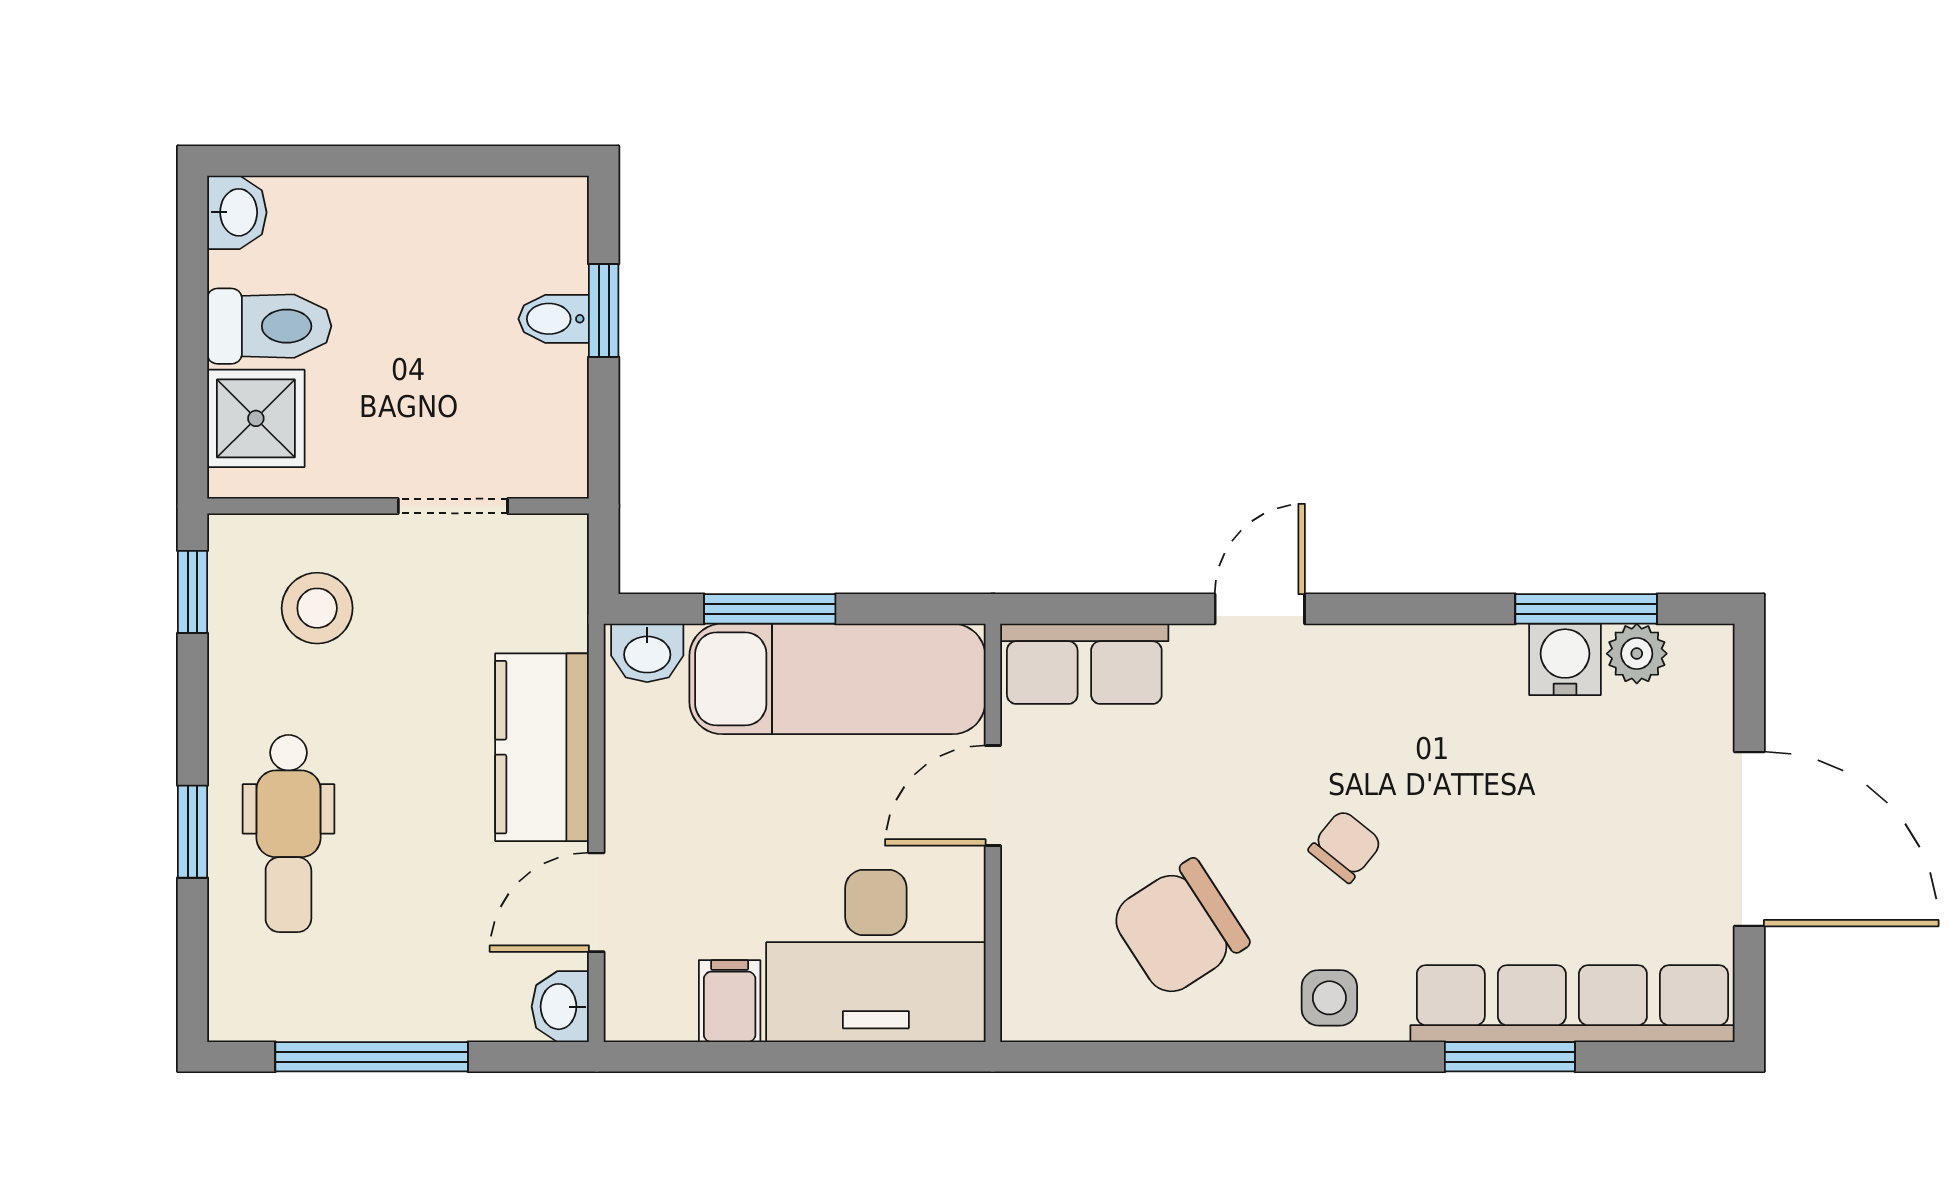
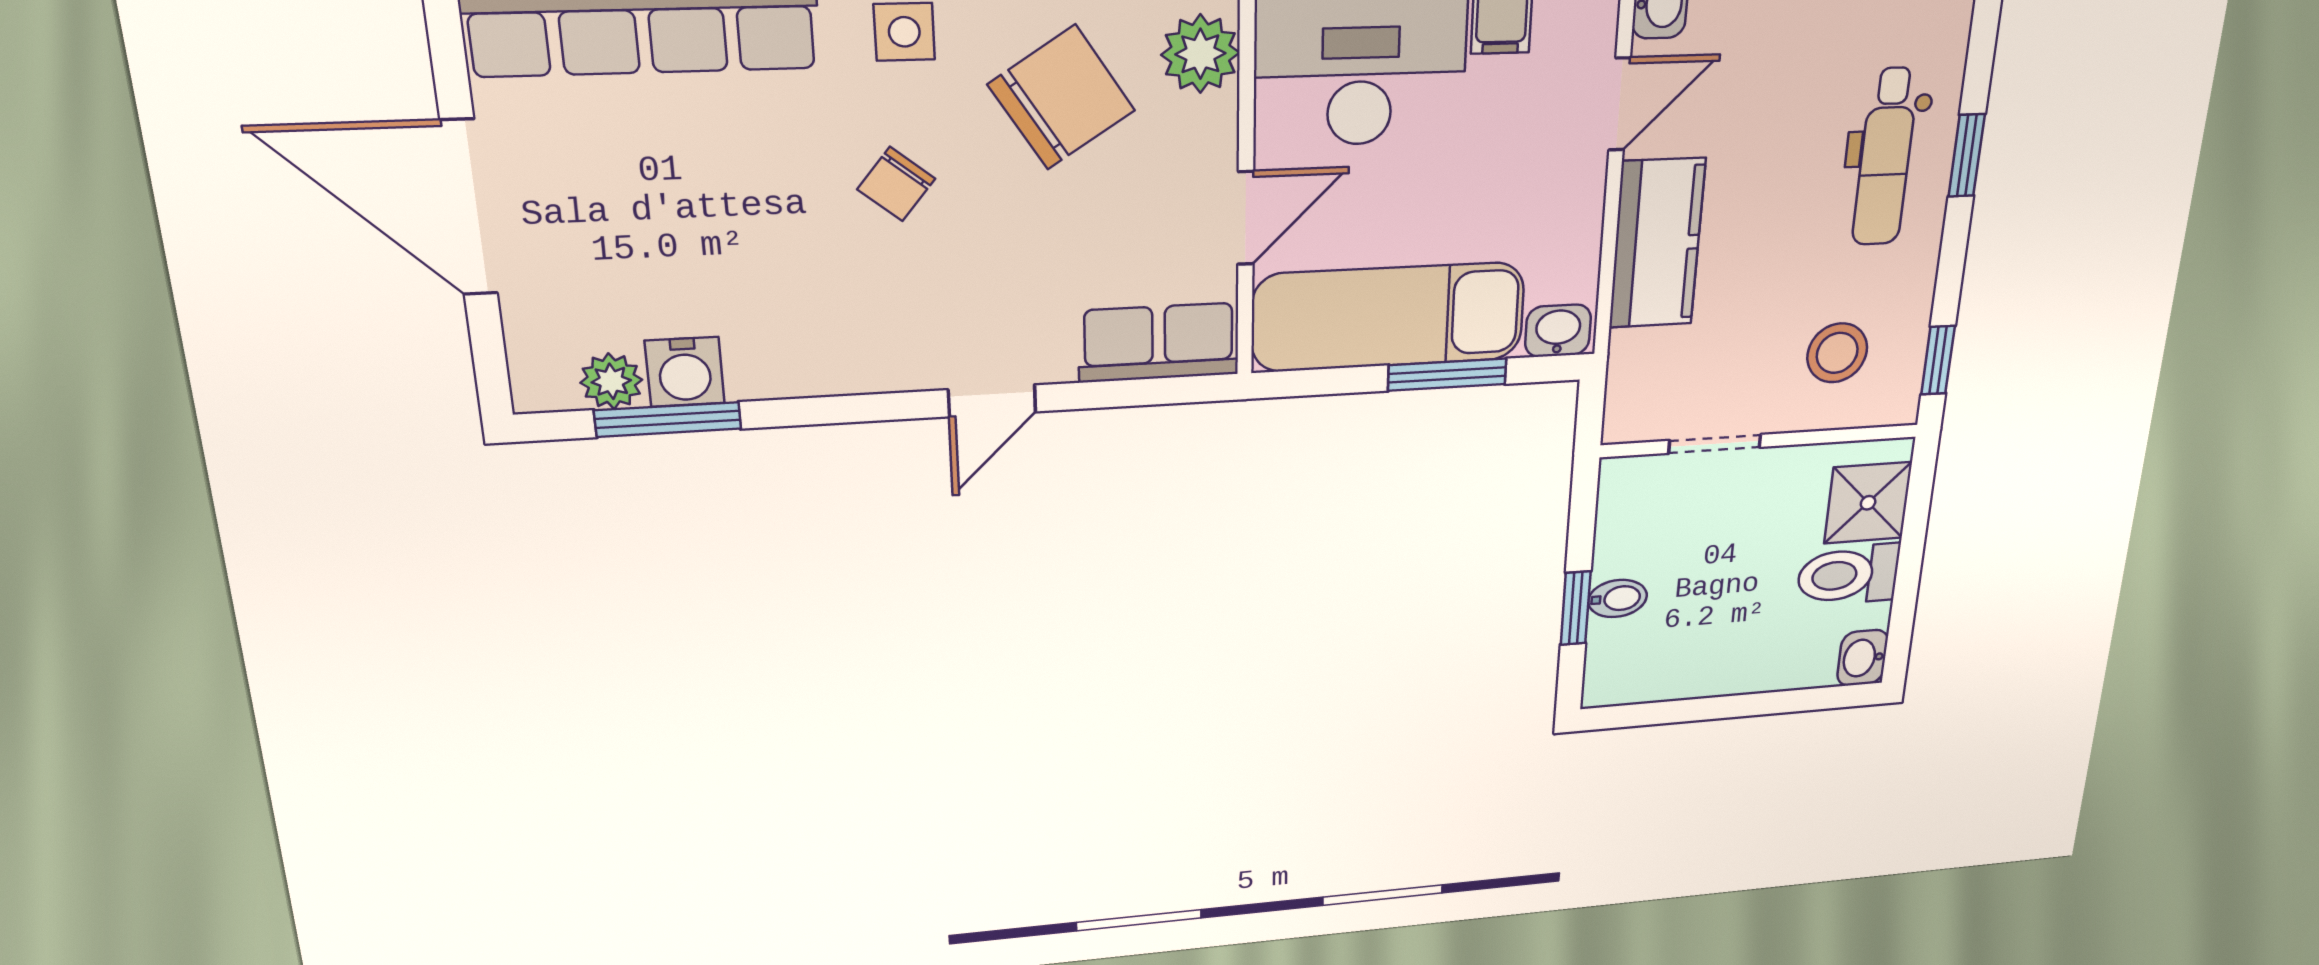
dental chair: (288, 834) -> (1885, 157), turned 180
plant: (1040, 968) -> (1200, 54), added

